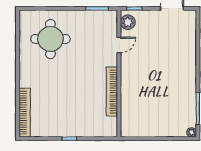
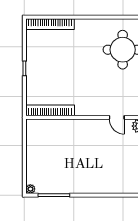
bookcase: (112, 92) -> (50, 110), moved

